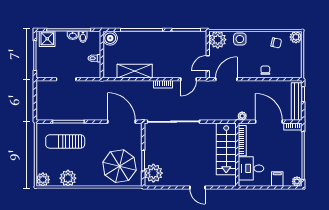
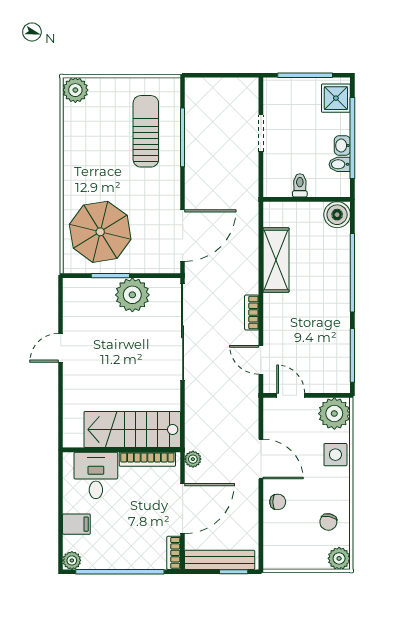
door: (226, 79) -> (261, 459), moved
plant: (153, 173) -> (132, 295), moved
plant: (68, 178) -> (78, 136), removed
door: (197, 188) -> (61, 348), moved

